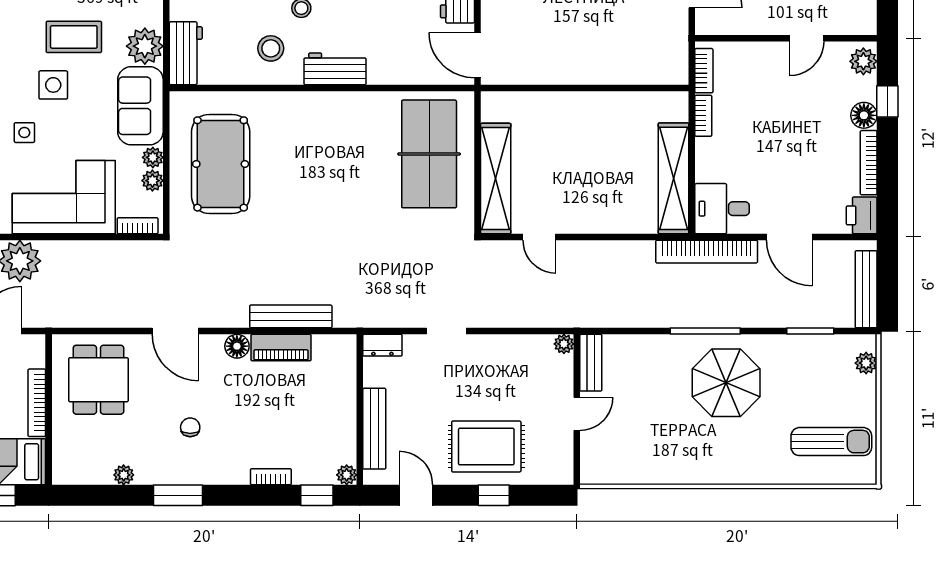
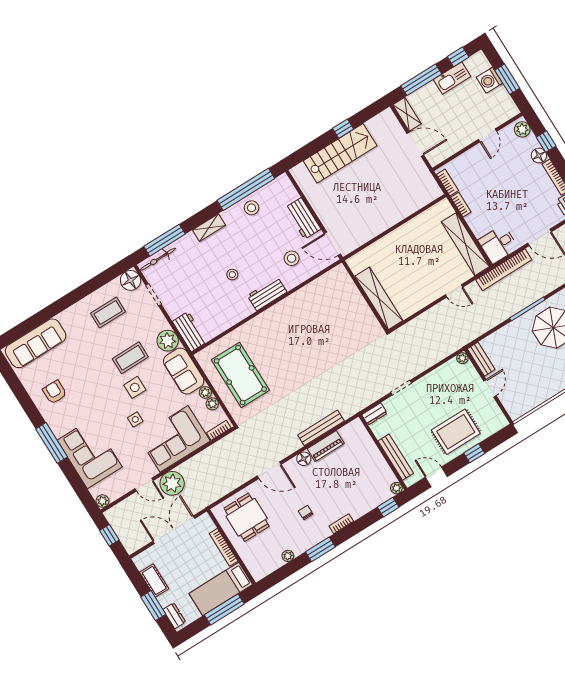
stool: (271, 48) -> (292, 258), moved
table tennis table: (429, 154) -> (339, 307), removed
door: (539, 237) -> (454, 291), moved
bookcase: (271, 477) -> (341, 524), moved

